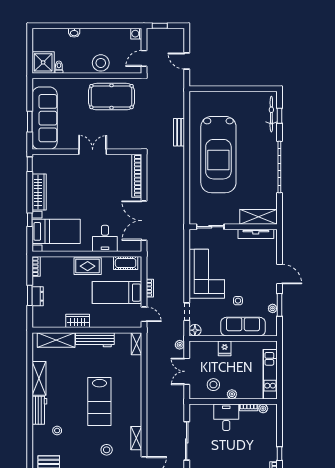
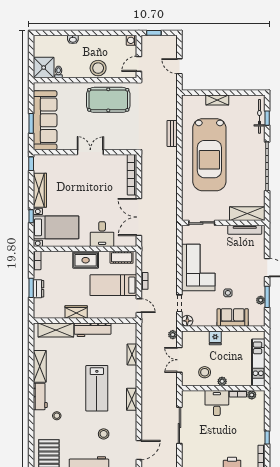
shelving: (227, 97) -> (217, 100), added
sofa: (243, 327) -> (233, 317), width x0.73
shelving: (137, 344) -> (132, 354), moved
shelving: (136, 438) -> (132, 399), moved

